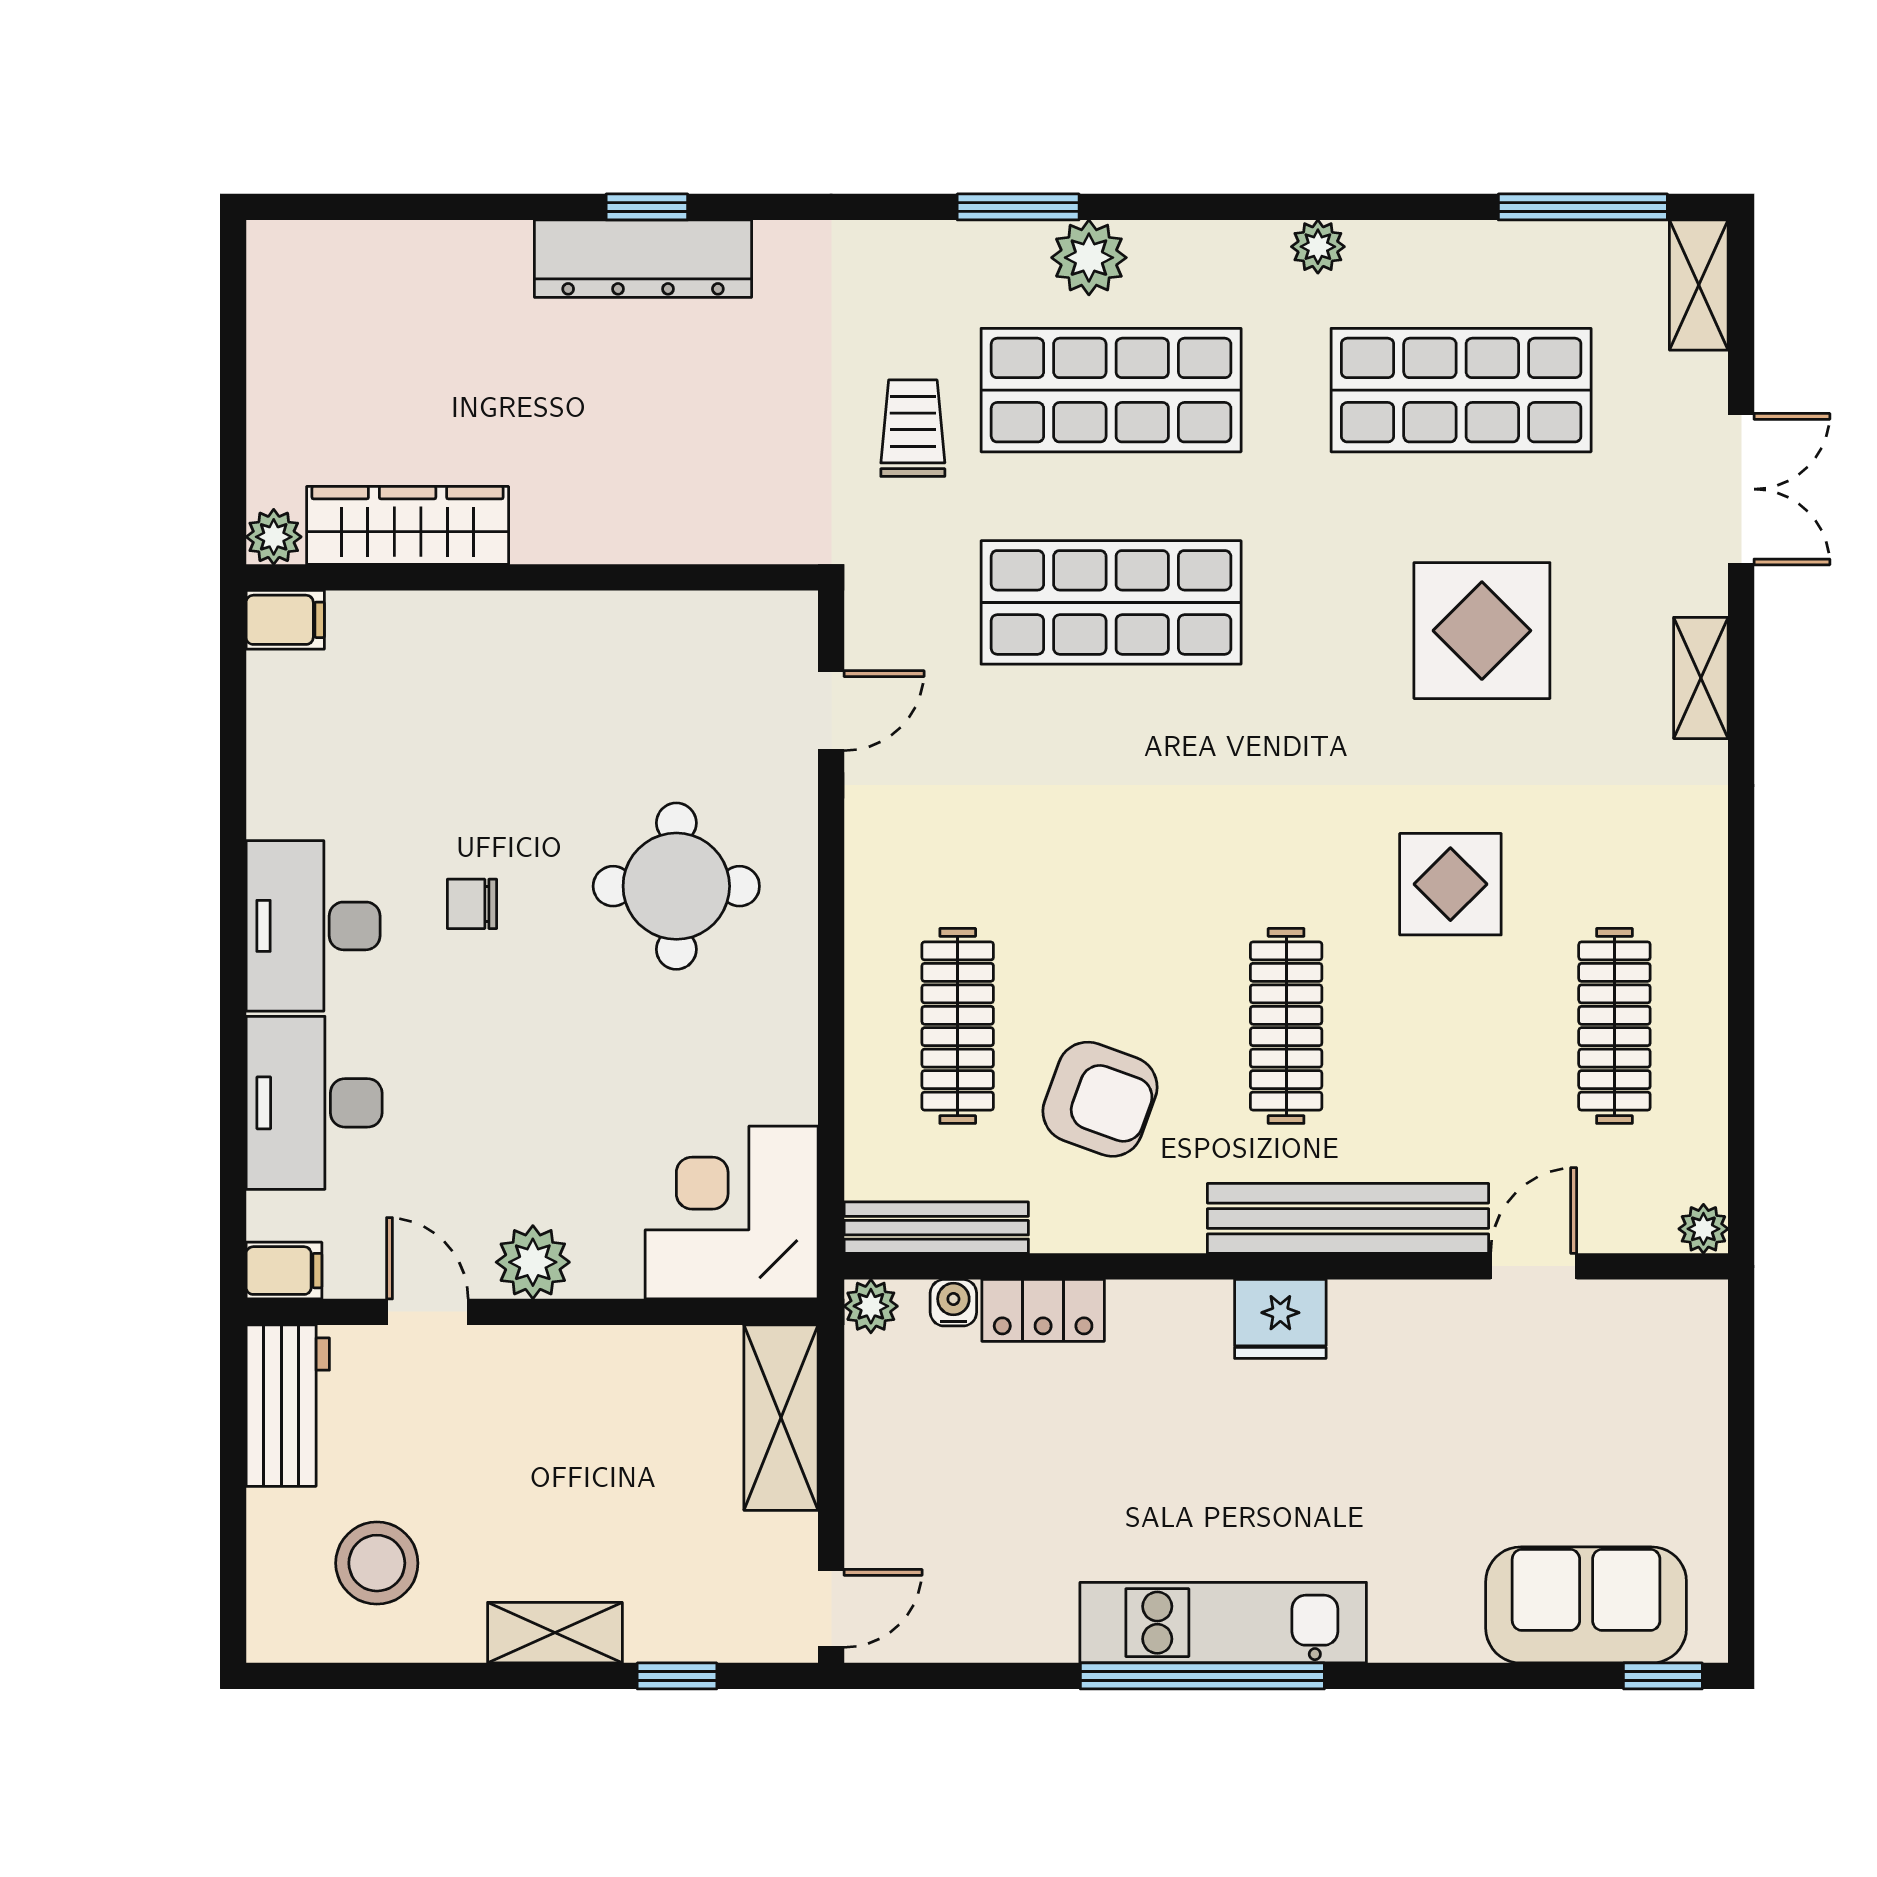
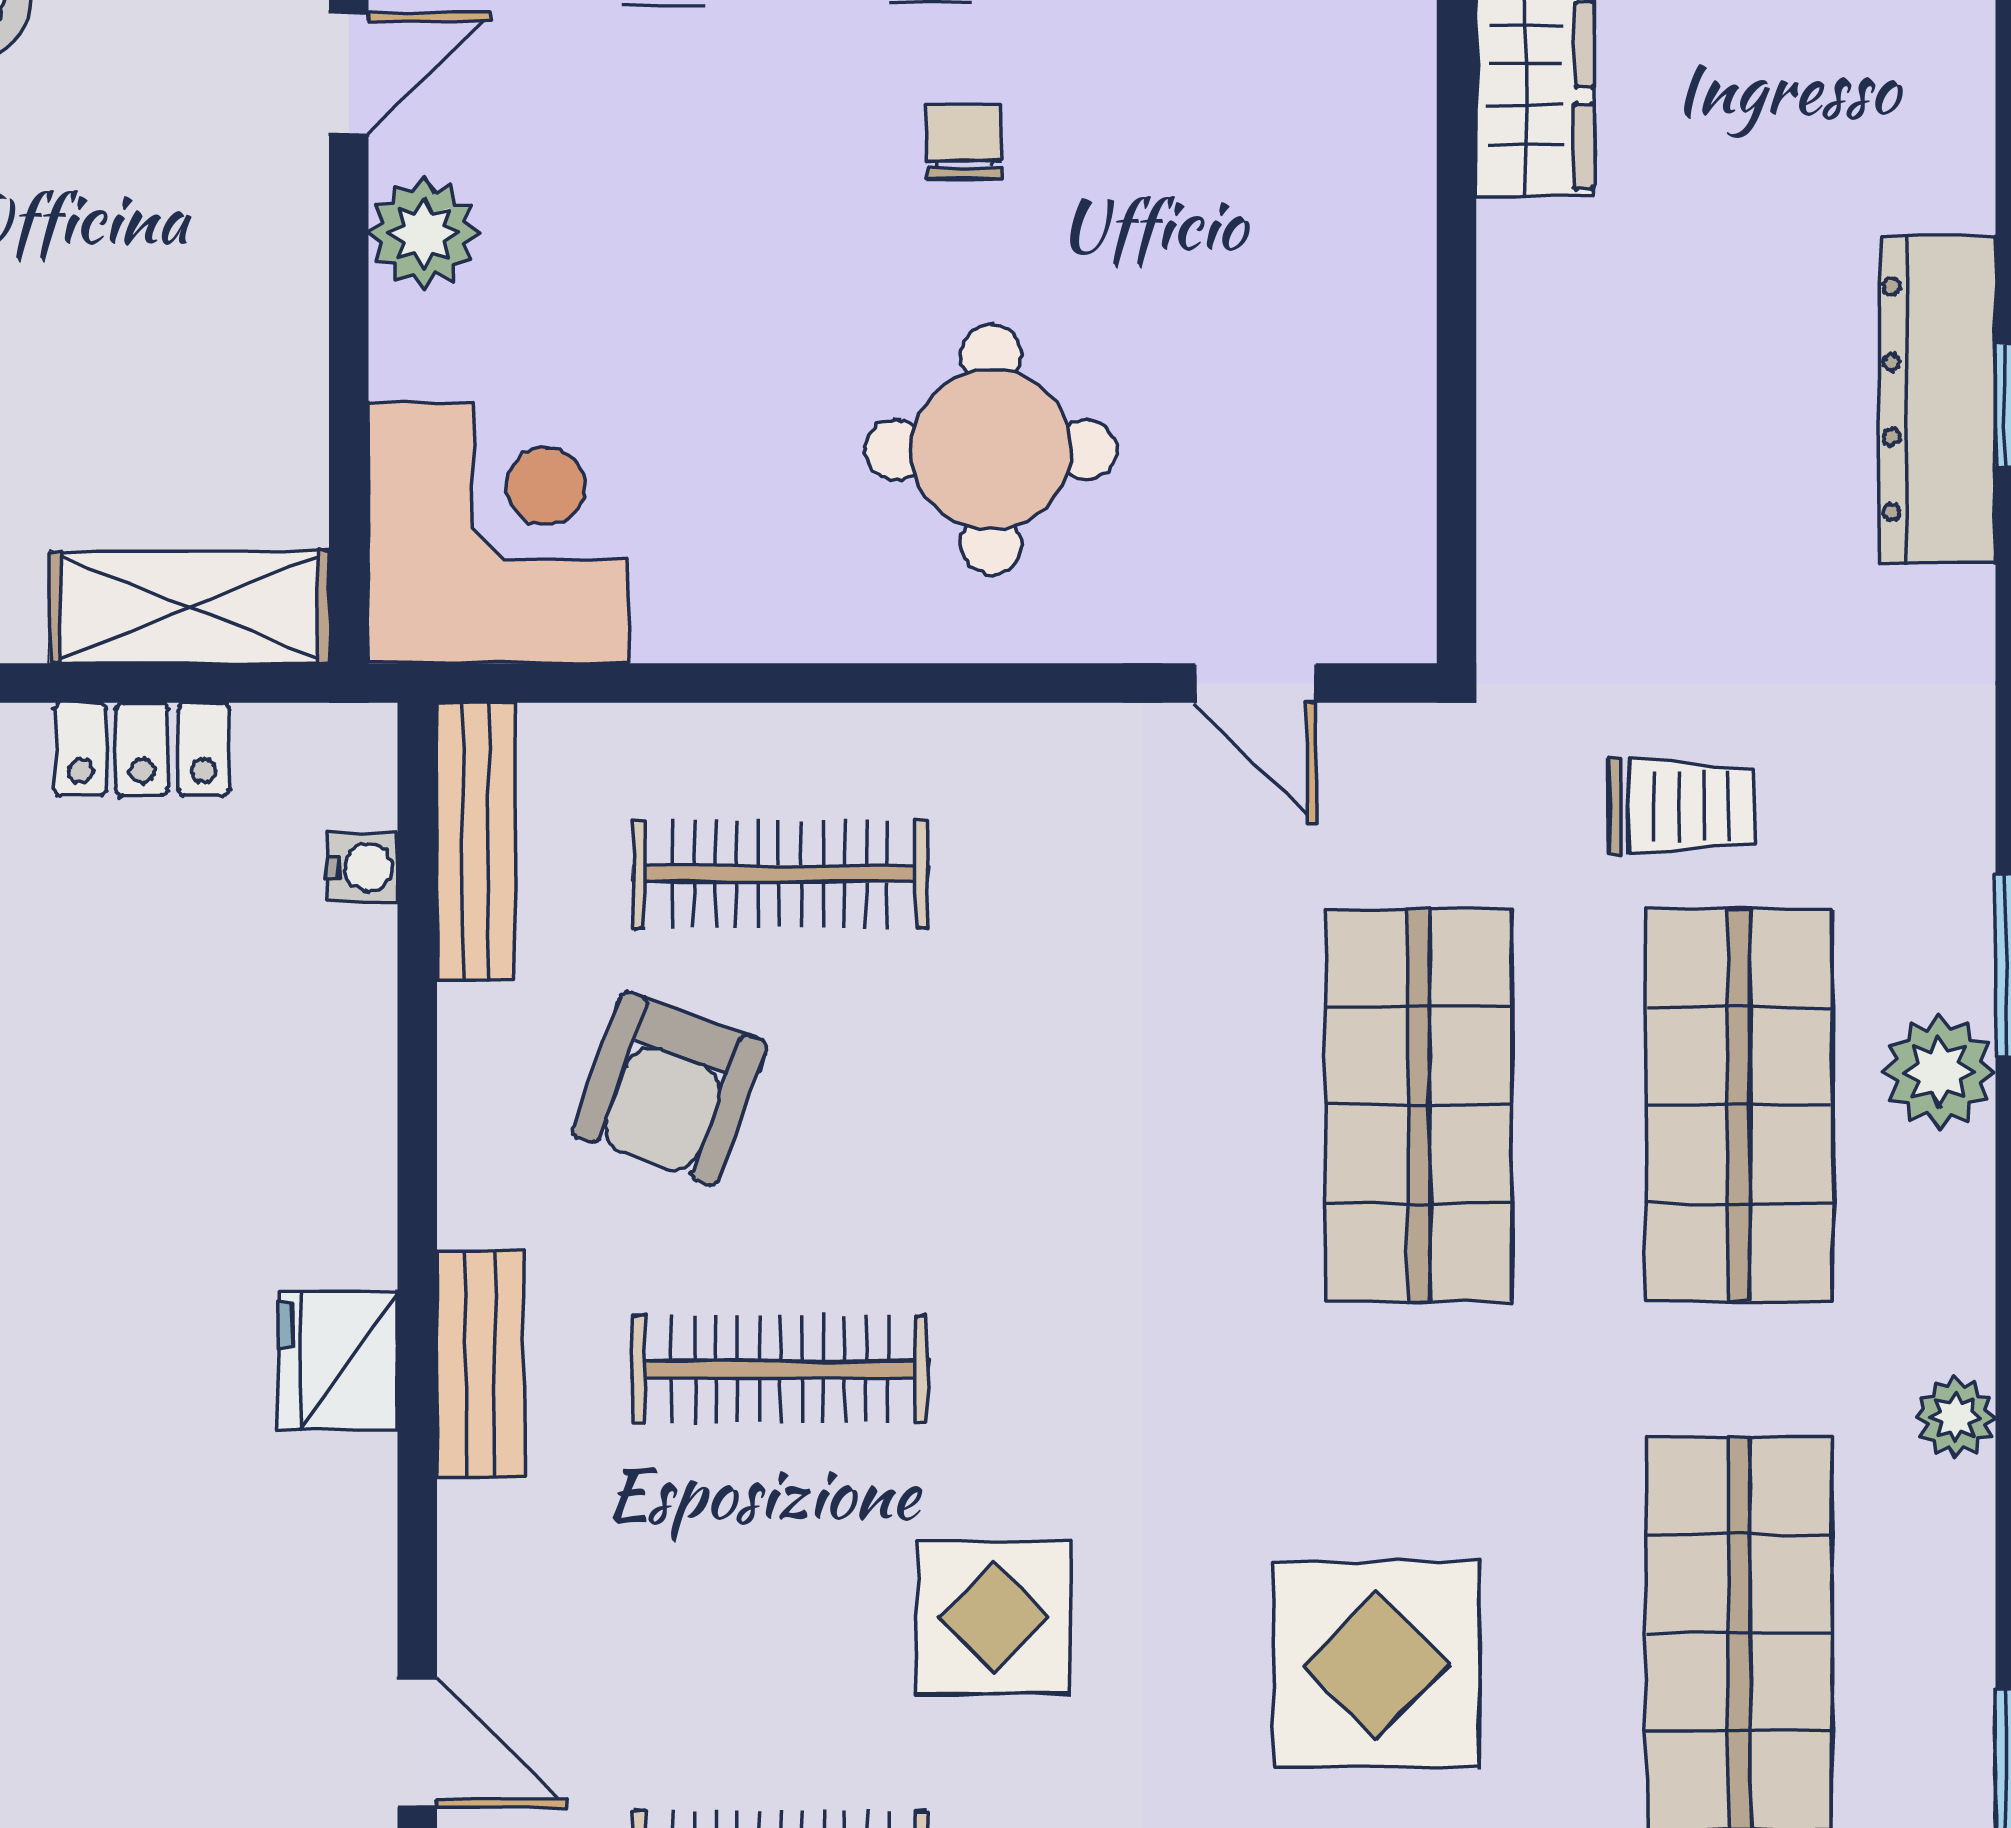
bench: (1348, 1218) -> (480, 1364), width x0.54, depth x0.82
plant: (871, 1306) -> (357, 743), removed
locker: (1043, 1310) -> (142, 749), moved, turned -90

